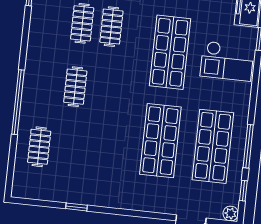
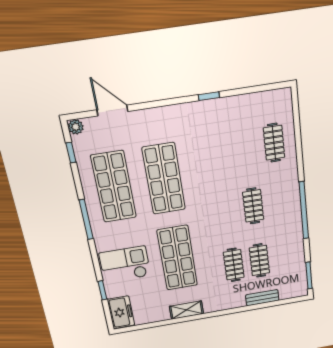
window: (18, 102) -> (304, 210), moved
window: (248, 146) -> (86, 220), moved
window: (76, 207) -> (209, 96), moved

